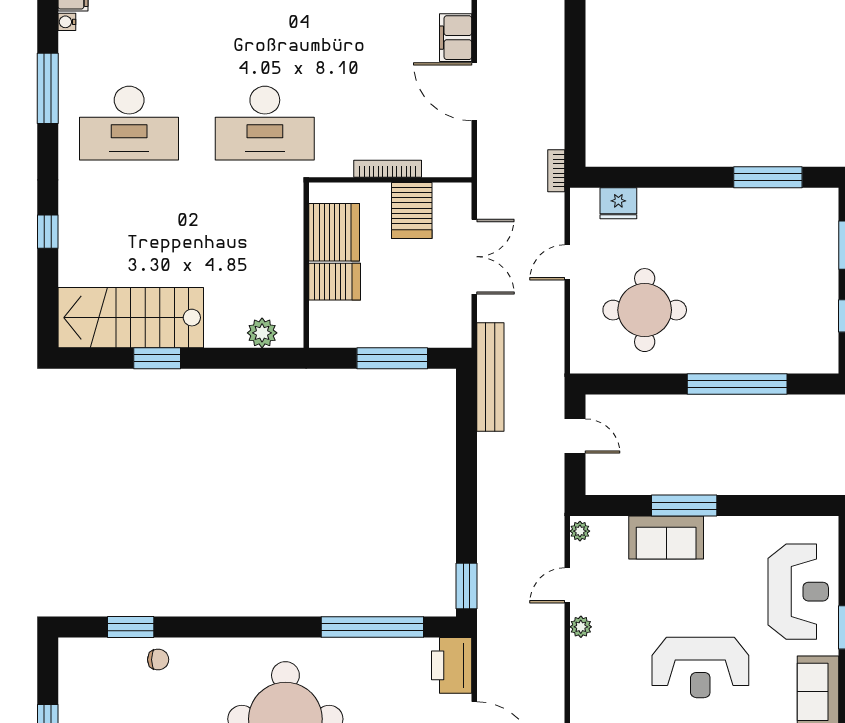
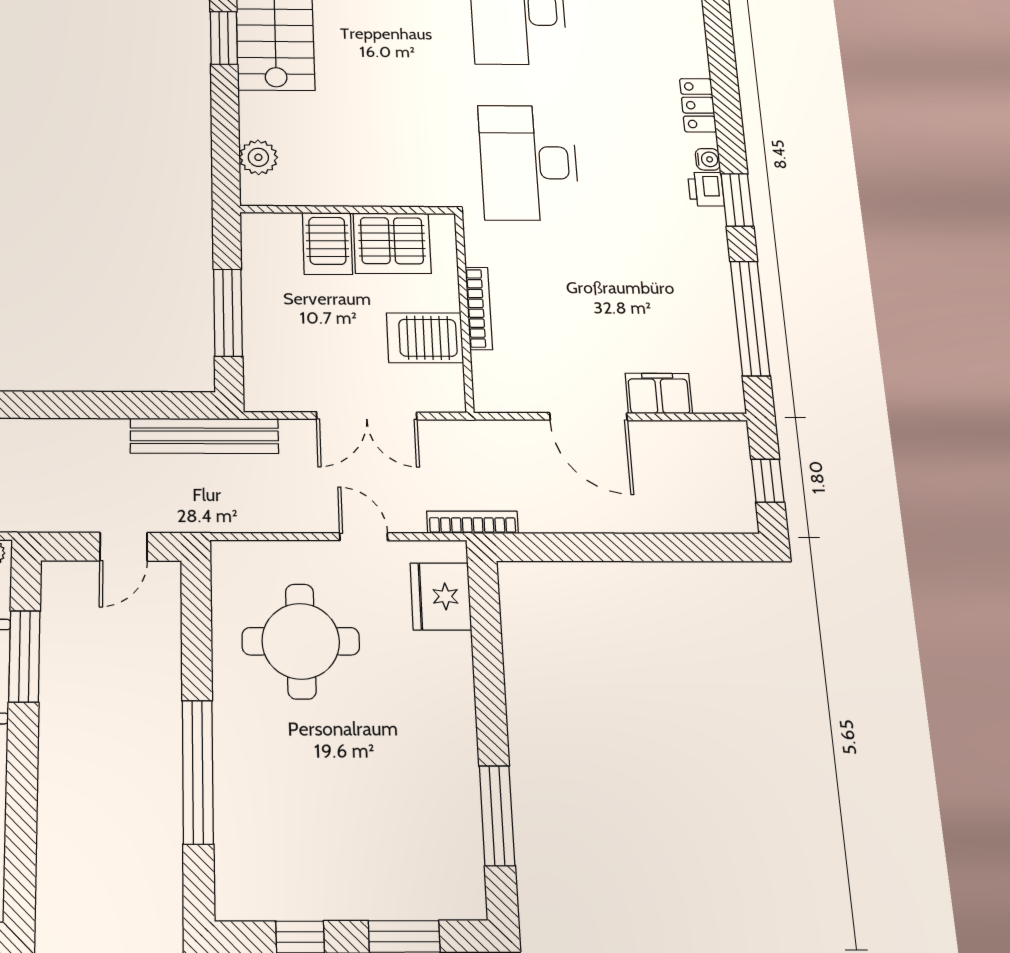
door: (474, 92) -> (588, 417), swing flipped
bookcase: (556, 171) -> (472, 522), width x1.56
fridge: (618, 203) -> (441, 596), width x1.36, depth x1.34
window: (684, 506) -> (24, 656), moved

